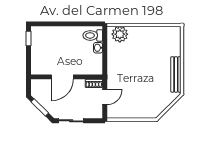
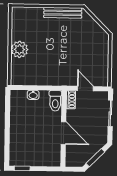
plant: (120, 34) -> (19, 49), moved
toilet: (93, 35) -> (55, 101), moved
sliding door: (71, 121) -> (110, 113), moved

